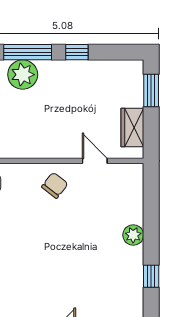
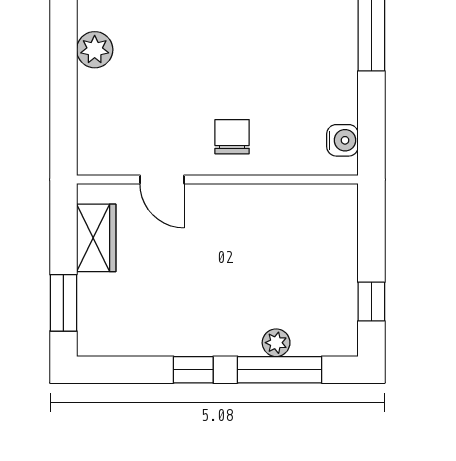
plant: (23, 75) -> (276, 343), width x0.53, depth x0.53
chair: (55, 185) -> (232, 137), turned 142

